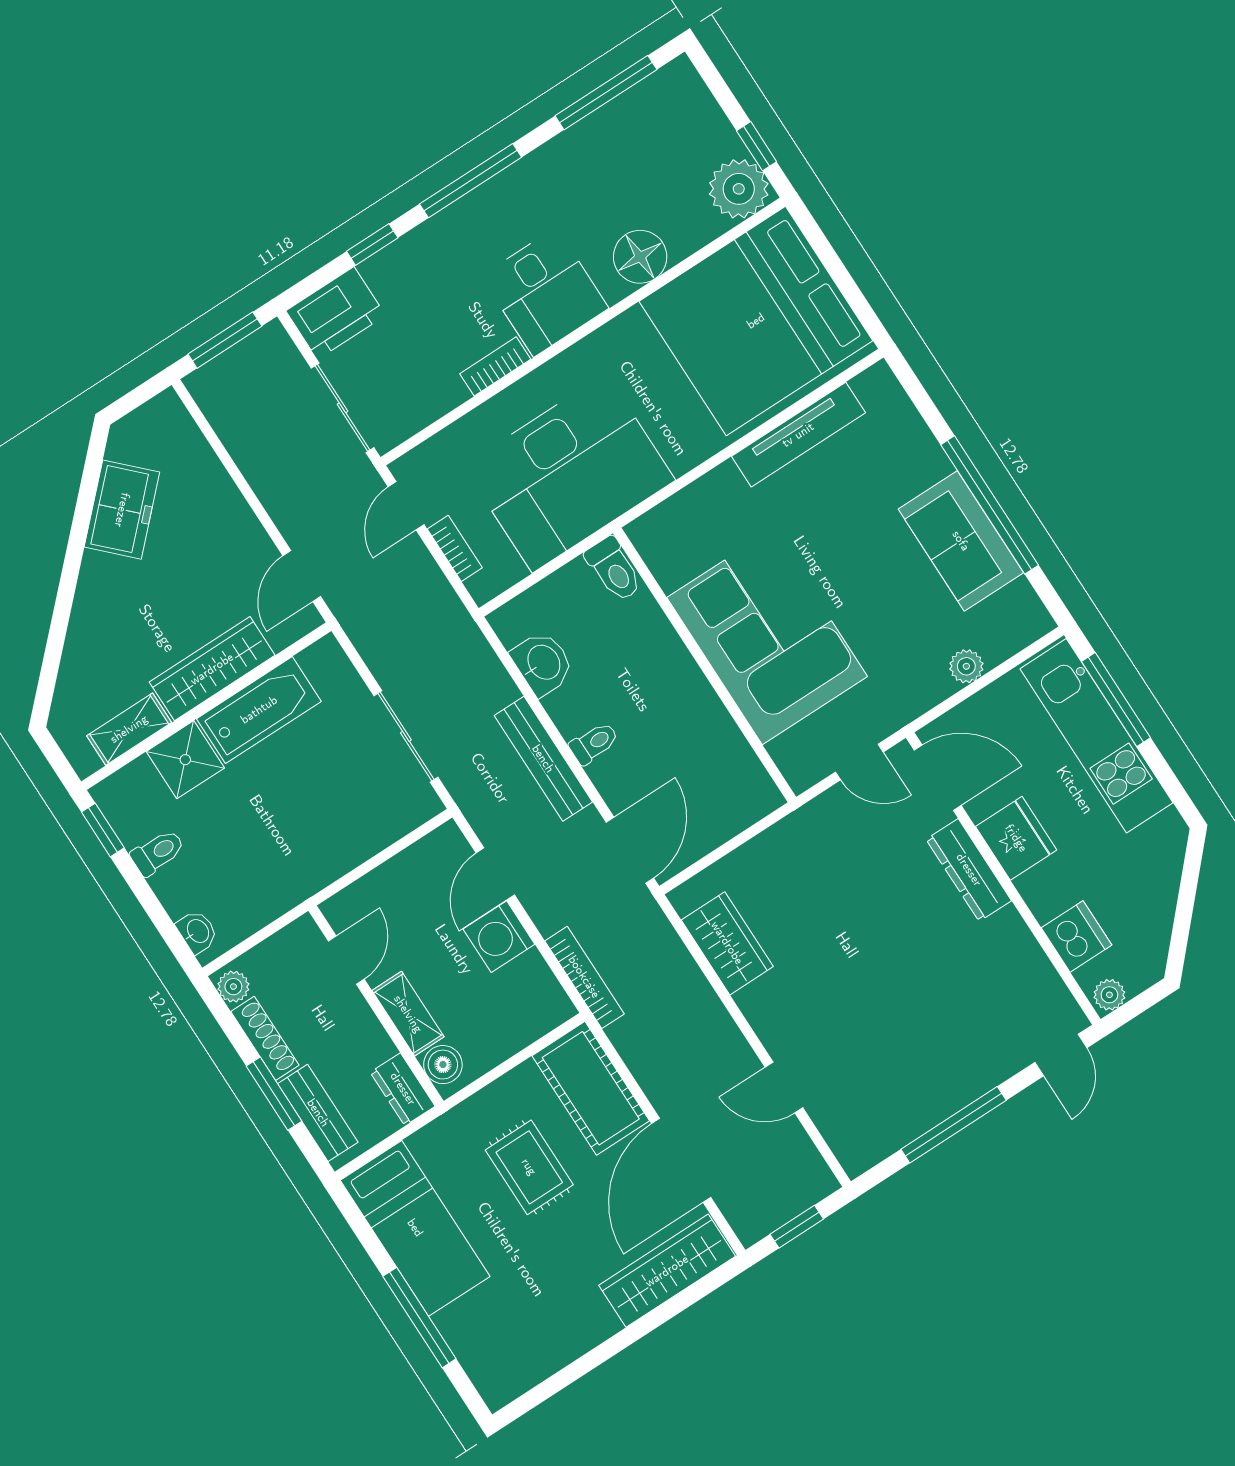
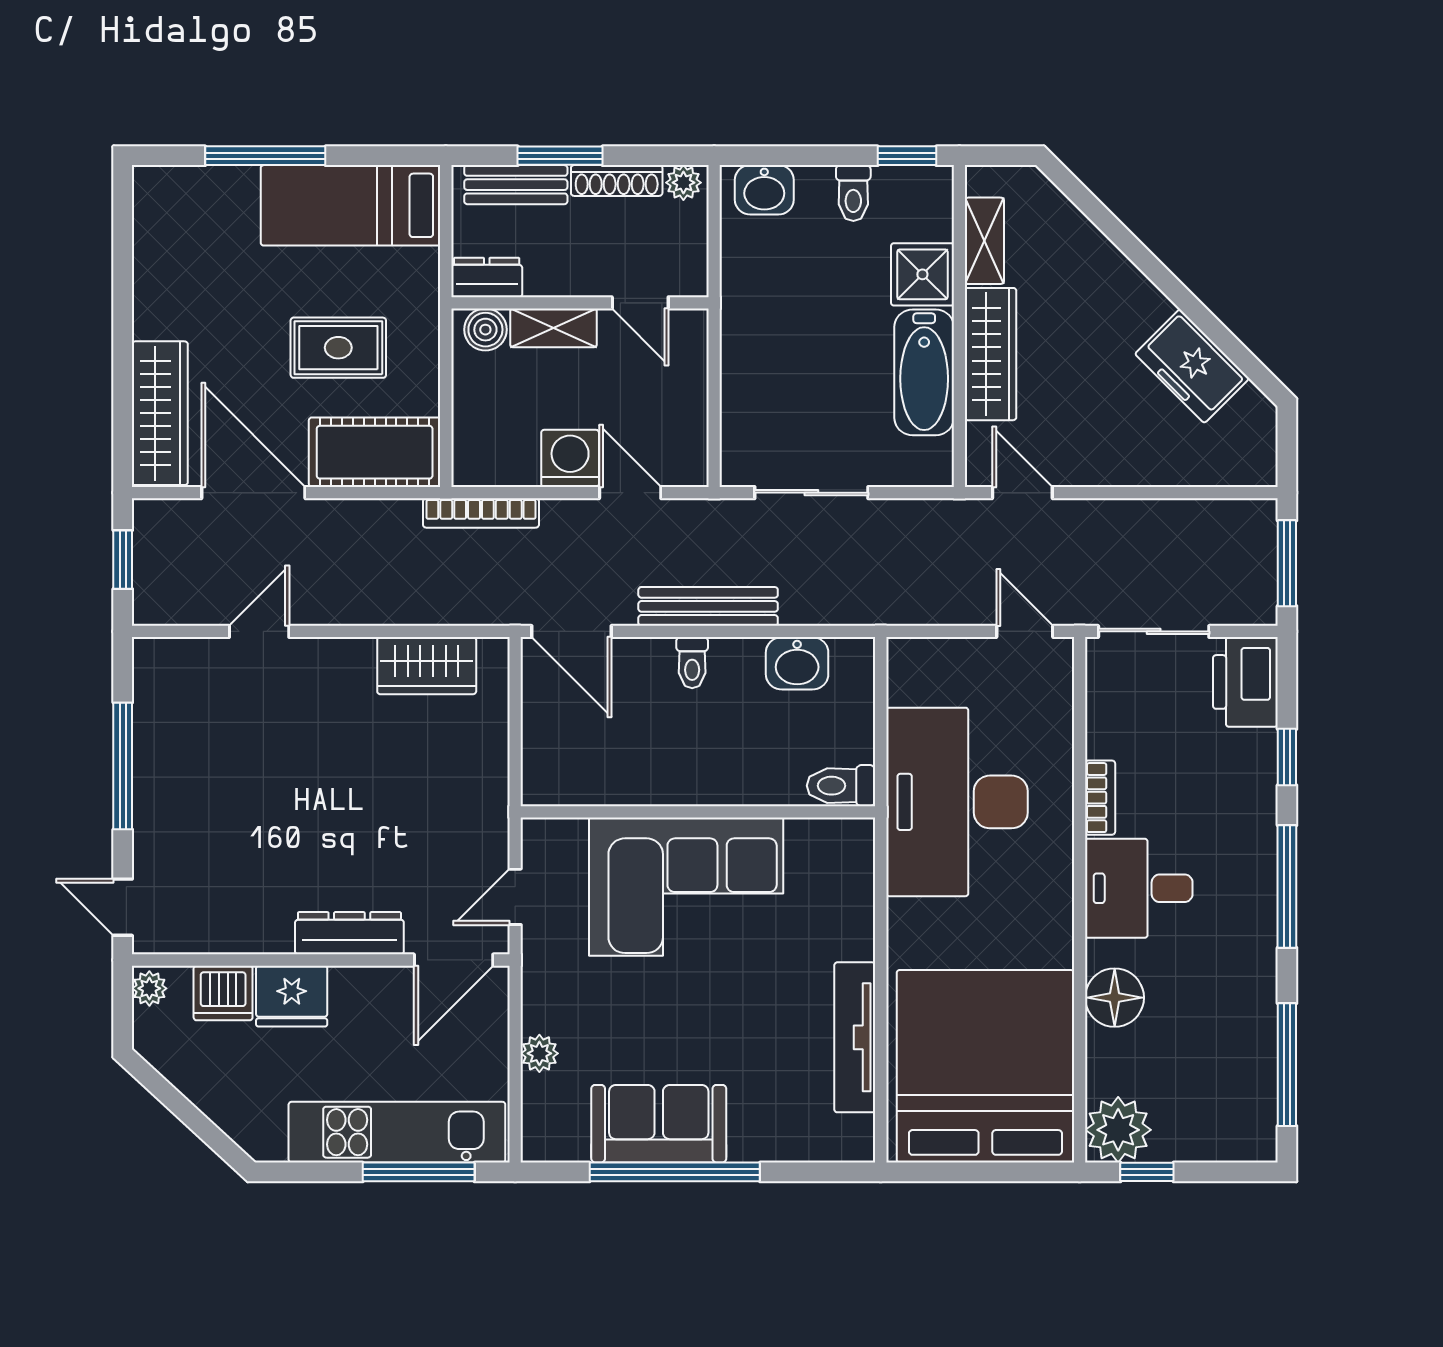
bookcase: (455, 548) -> (956, 651), removed
fridge: (1016, 838) -> (292, 996), moved
washbasin: (197, 932) -> (764, 190), width x1.38, depth x1.45

